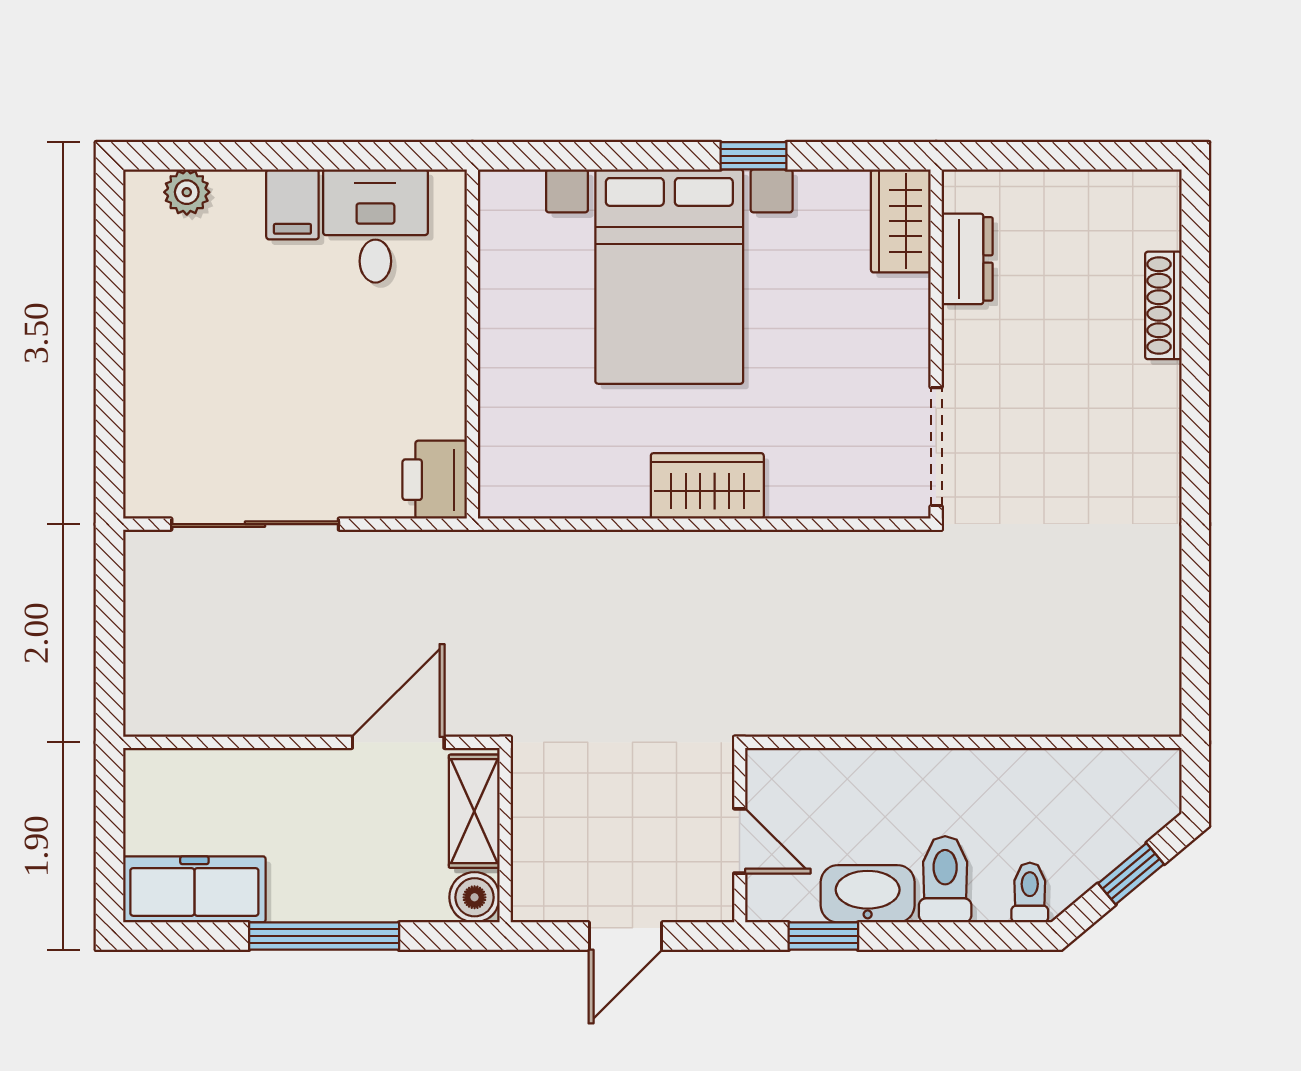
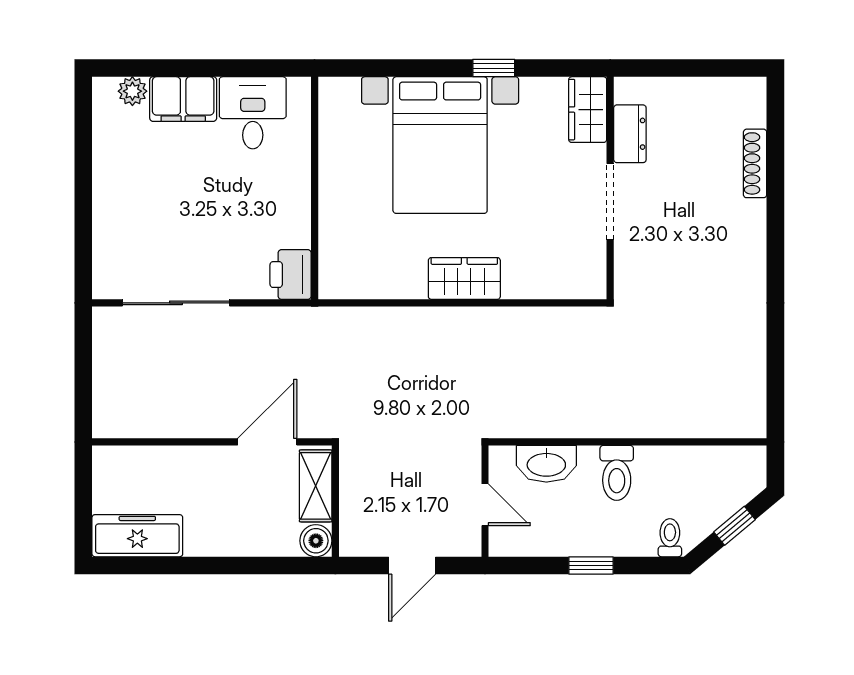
filing cabinet: (292, 204) -> (183, 99), width x2.00
doorway: (936, 447) -> (610, 202), moved
toilet: (945, 879) -> (617, 473), moved, turned 180
washbasin: (868, 894) -> (546, 464), moved, turned 180
window: (324, 936) -> (220, 565), removed
window: (823, 936) -> (591, 565), moved

